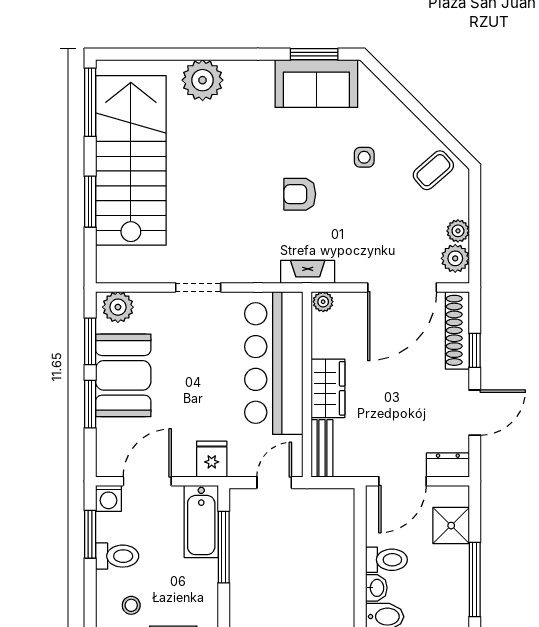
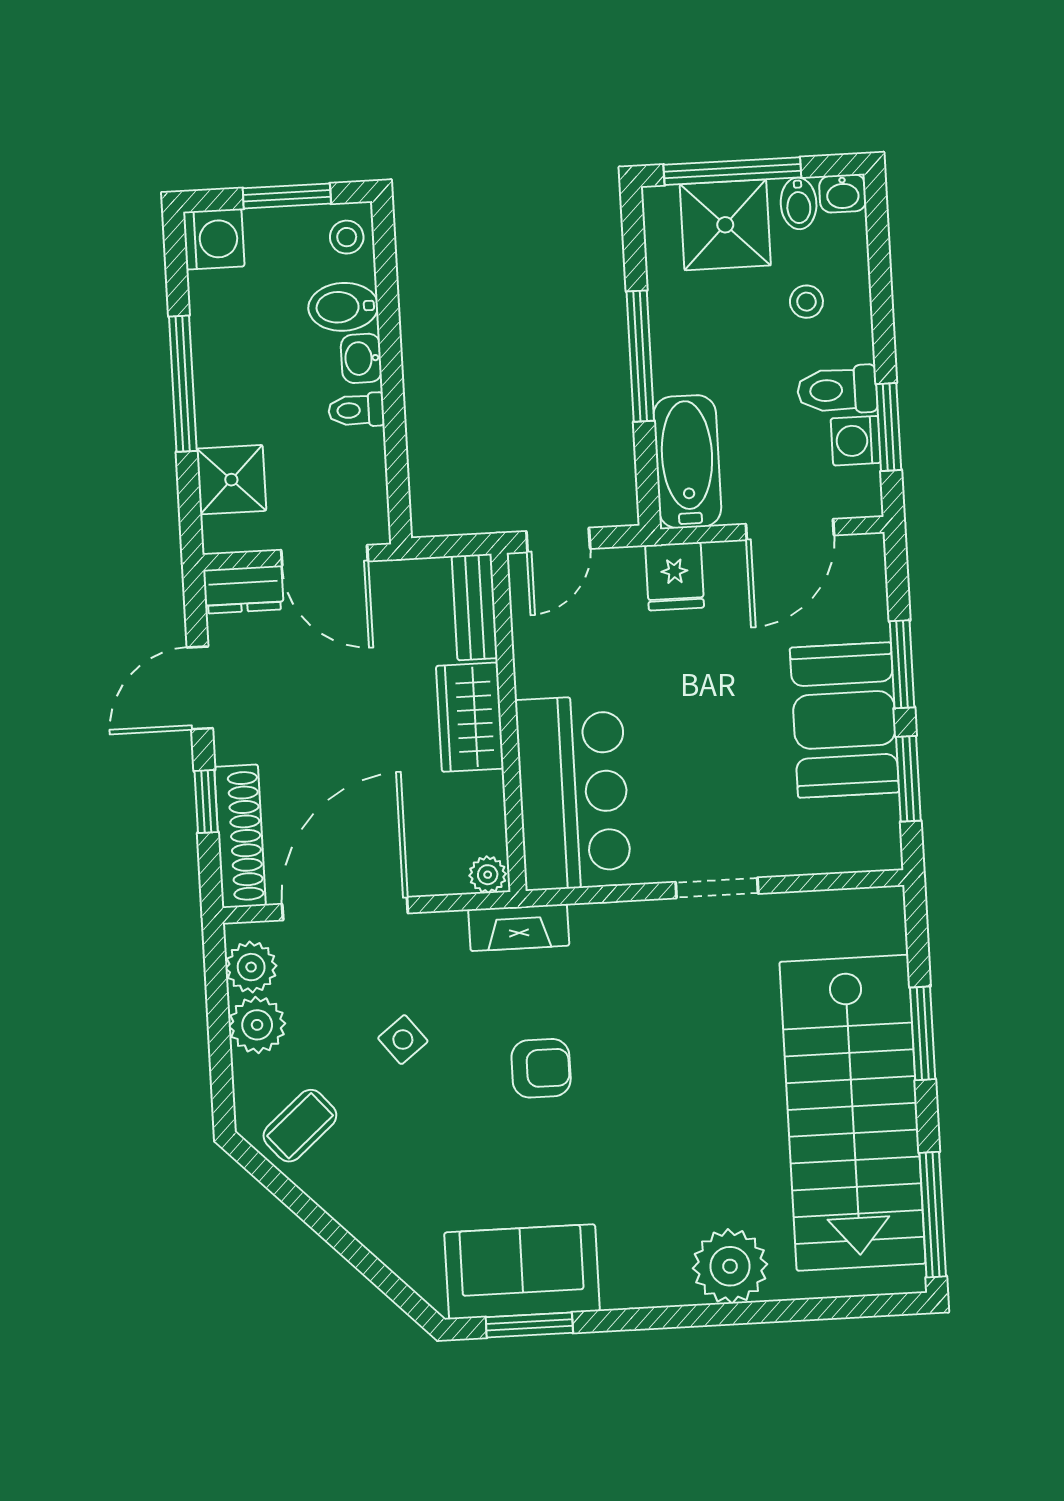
side table: (364, 157) -> (403, 1040), moved, turned -38
plant: (458, 231) -> (257, 1025), width x1.38, depth x1.38
plant: (118, 307) -> (861, 844), removed
bar counter: (274, 363) -> (573, 793), width x0.73
door: (402, 481) -> (325, 556), swing flipped
washing machine: (108, 498) -> (856, 441), moved, turned -90
window: (224, 547) -> (640, 356), moved
toilet: (386, 560) -> (356, 410), width x0.73, depth x0.72

